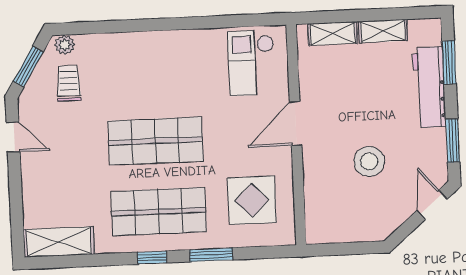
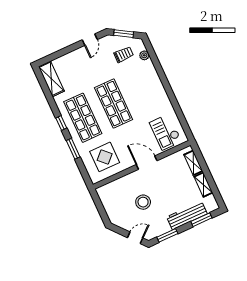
plant: (65, 45) -> (144, 55), moved
checkout: (251, 63) -> (166, 132), turned -90

